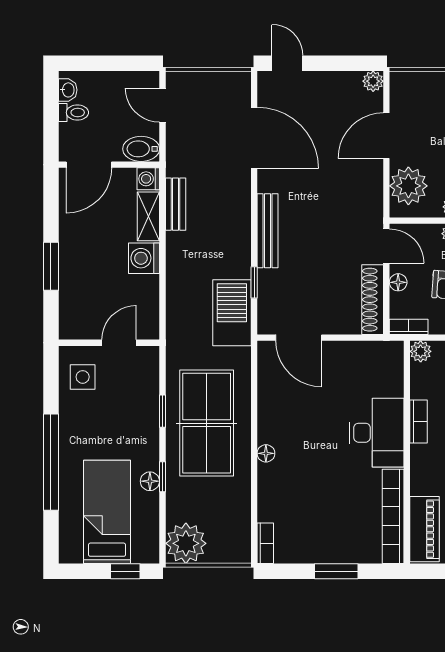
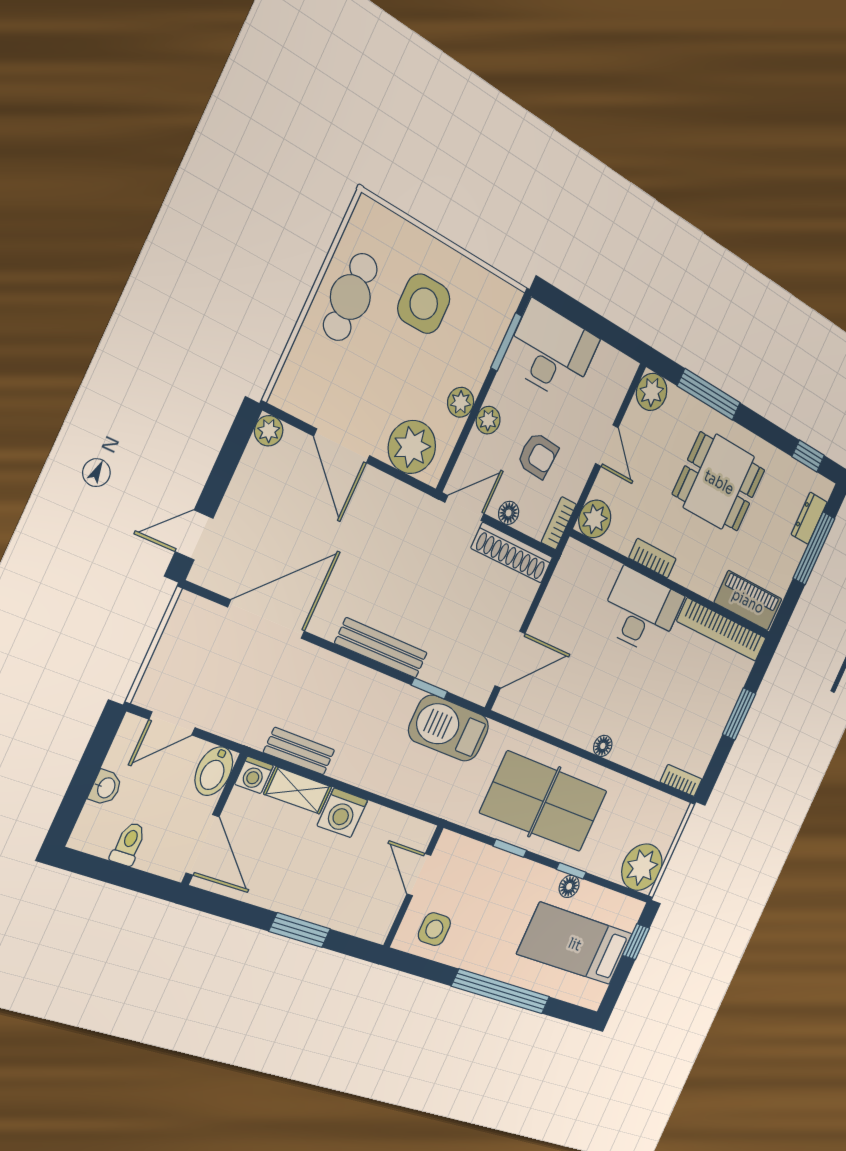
washbasin: (68, 90) -> (106, 788), moved, turned 90
plant: (421, 351) -> (595, 519), width x1.38, depth x1.38

